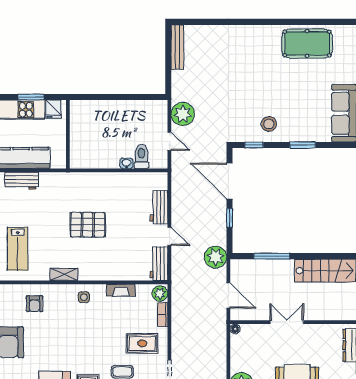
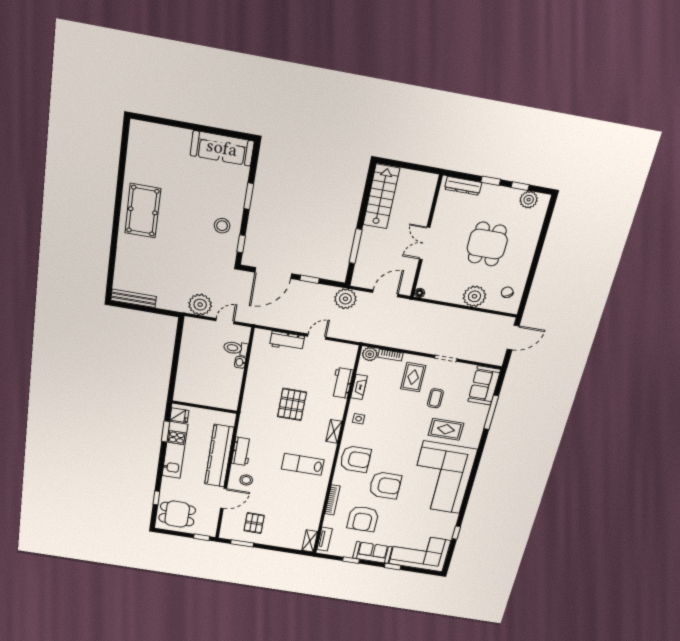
pool table: (307, 44) -> (143, 211), moved
lab bench: (18, 249) -> (303, 464), turned 180
workbench: (159, 264) -> (342, 383), moved, turned 90
armchair: (34, 304) -> (355, 459), width x1.88, depth x1.88

